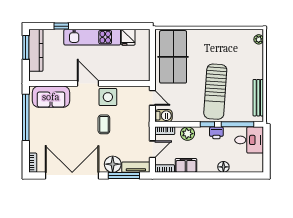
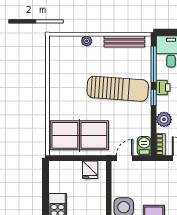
fridge: (128, 37) -> (90, 170), moved, turned 90
plant: (259, 39) -> (87, 41), moved

